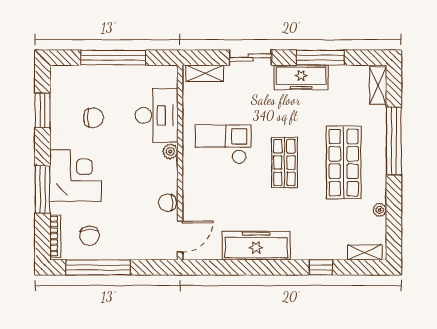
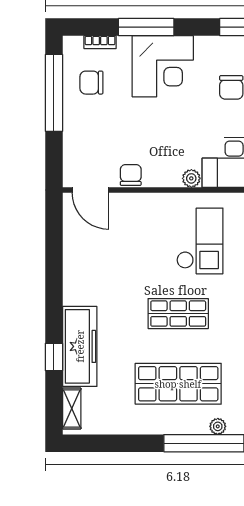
plant: (380, 210) -> (218, 426), moved
bookcase: (55, 236) -> (100, 42), width x0.64
freezer: (256, 246) -> (80, 346), moved

